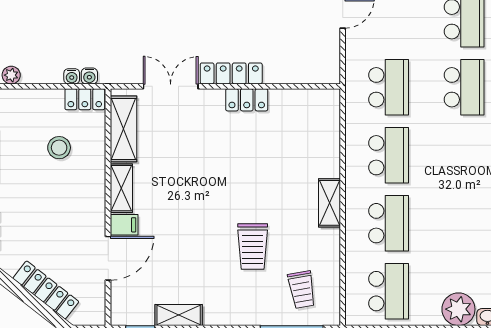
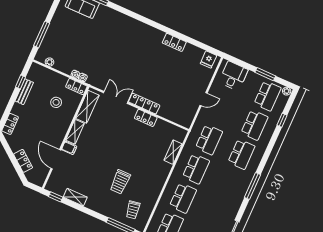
shelving: (329, 203) -> (173, 152), moved
door: (108, 258) -> (56, 159), swing flipped
locker: (46, 290) -> (23, 161), width x0.66

